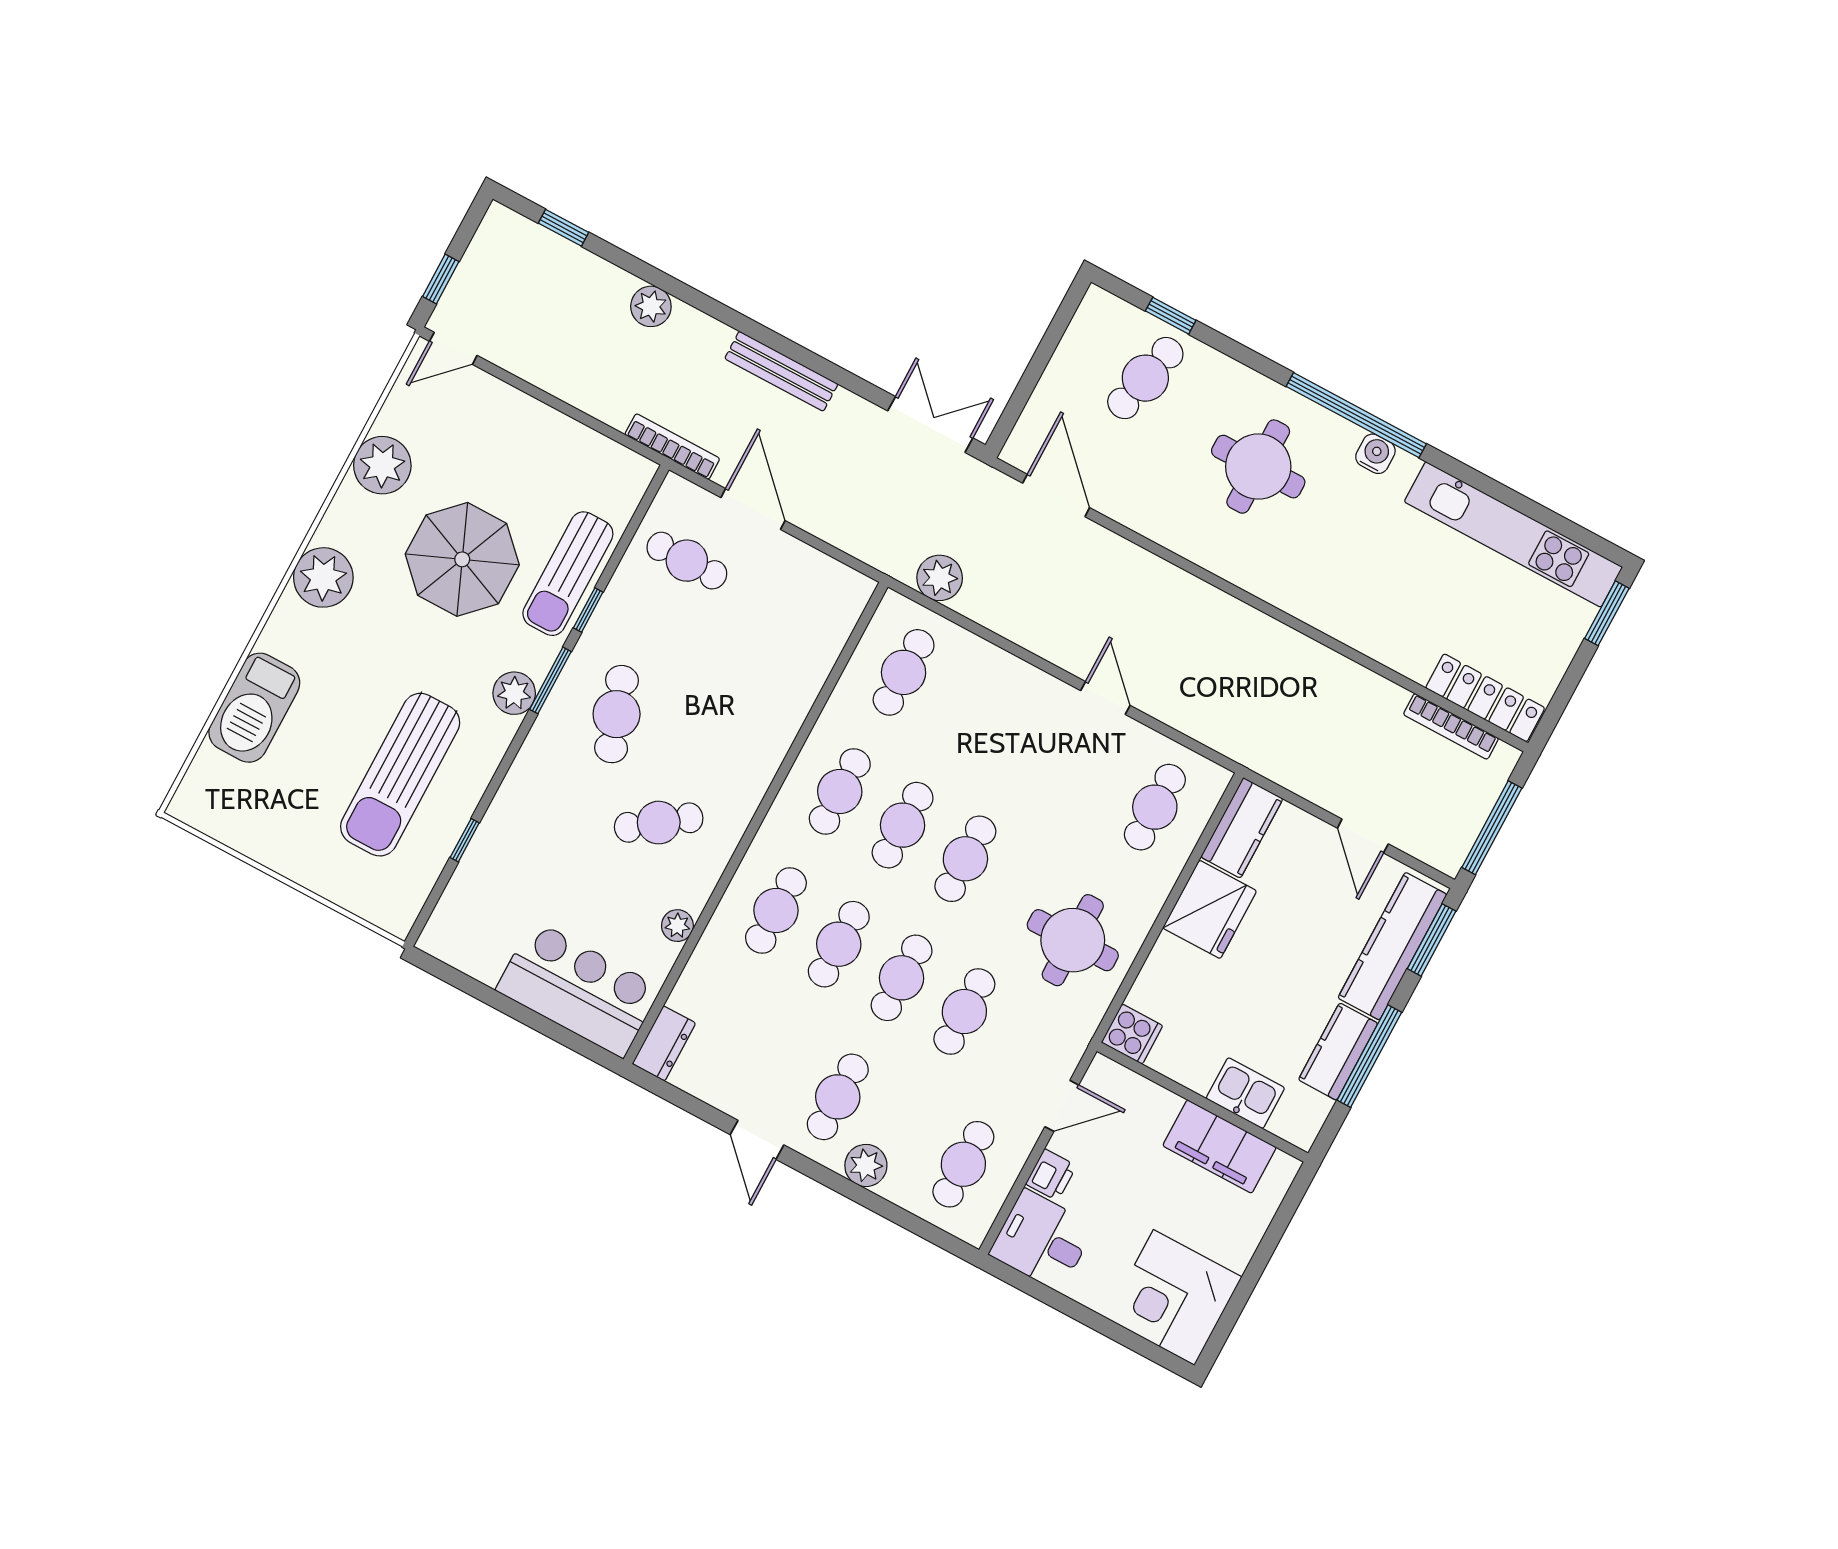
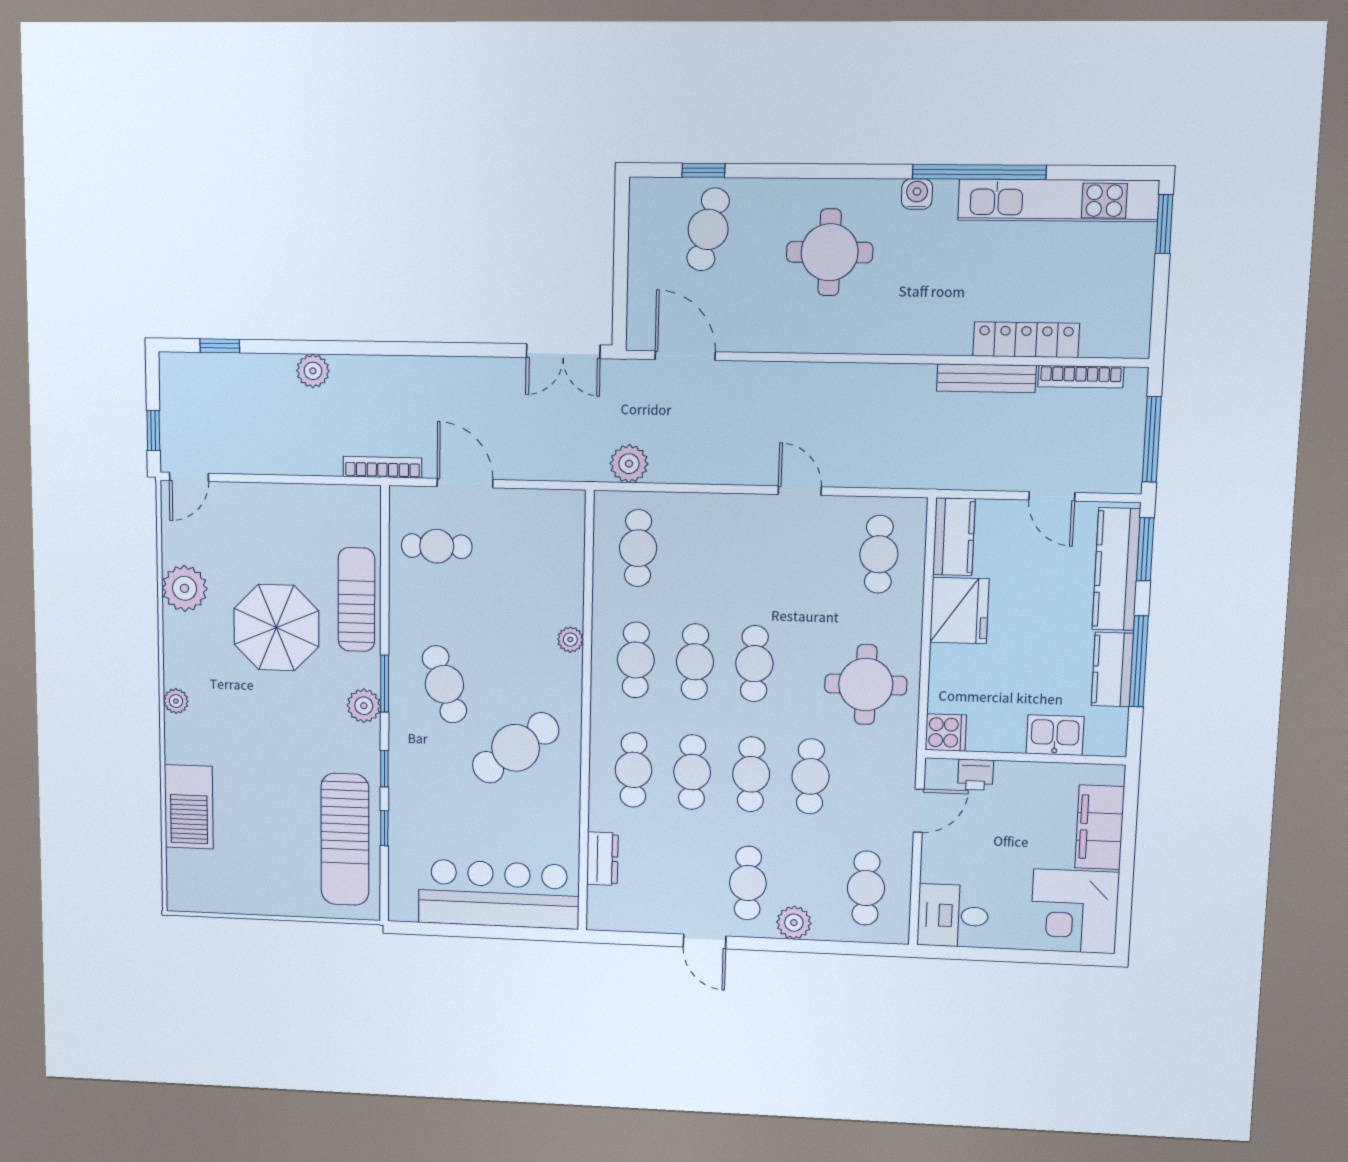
bench: (781, 371) -> (986, 378), moved
window: (1356, 415) -> (979, 172), moved
double door: (930, 424) -> (563, 351), swing flipped
sun lounger: (568, 574) -> (356, 600), turned 180
plant: (323, 577) -> (176, 701), width x0.53, depth x0.53
window: (588, 610) -> (384, 769), moved
locker: (1485, 698) -> (1026, 340), moved
sun lounger: (400, 775) -> (345, 839), moved
cafe table: (659, 823) -> (516, 748), width x1.37, depth x1.35
plant: (677, 926) -> (570, 640), moved
bar counter: (578, 989) -> (499, 894), width x1.36
dresser: (664, 1043) -> (602, 859), moved
filing cabinet: (1220, 1146) -> (1100, 827), moved, turned 90
printer: (1051, 1175) -> (976, 775), moved, turned 90

